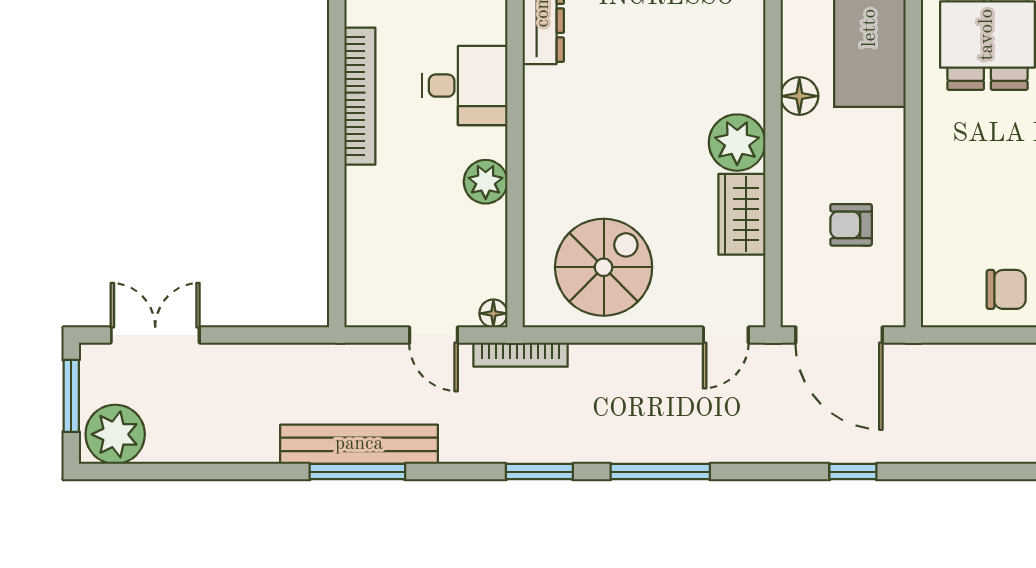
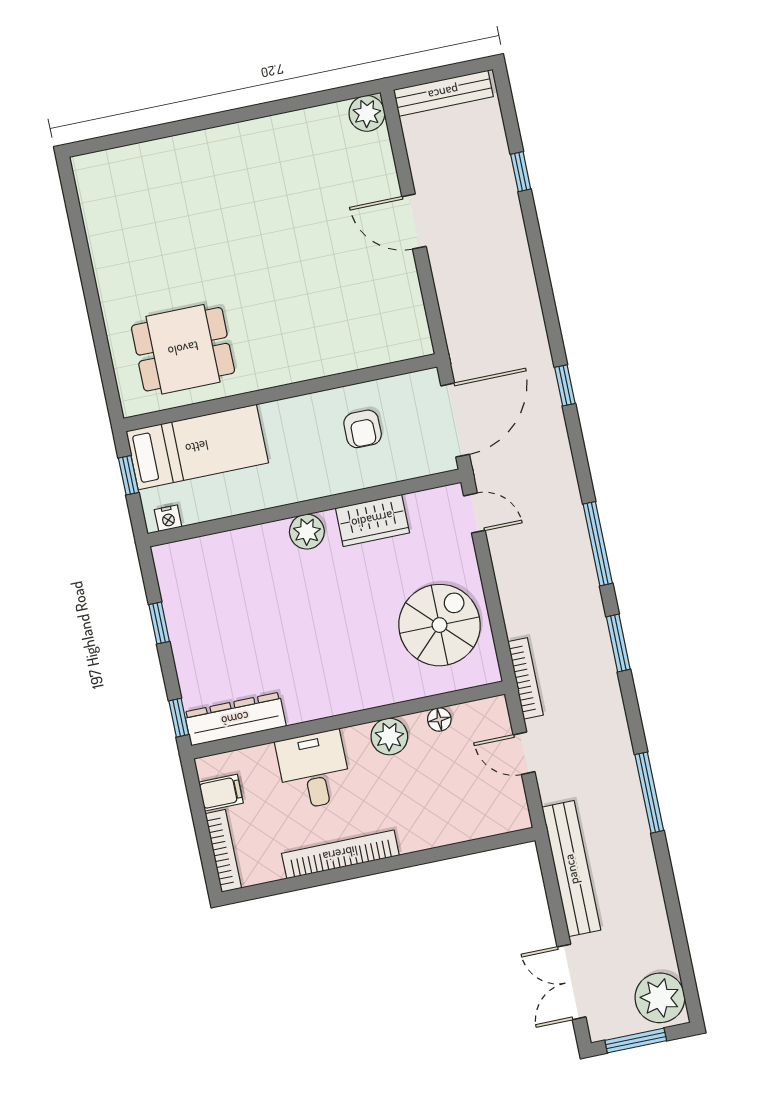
floor lamp: (799, 96) -> (266, 493), removed
plant: (737, 143) -> (307, 532), width x0.73, depth x0.73
spiral stairs: (604, 267) -> (440, 625), turned 90
chair: (1006, 289) -> (389, 290), removed
floor lamp: (493, 313) -> (439, 719), moved
door: (433, 335) -> (524, 753), swing flipped
bench: (359, 444) -> (571, 869), moved

